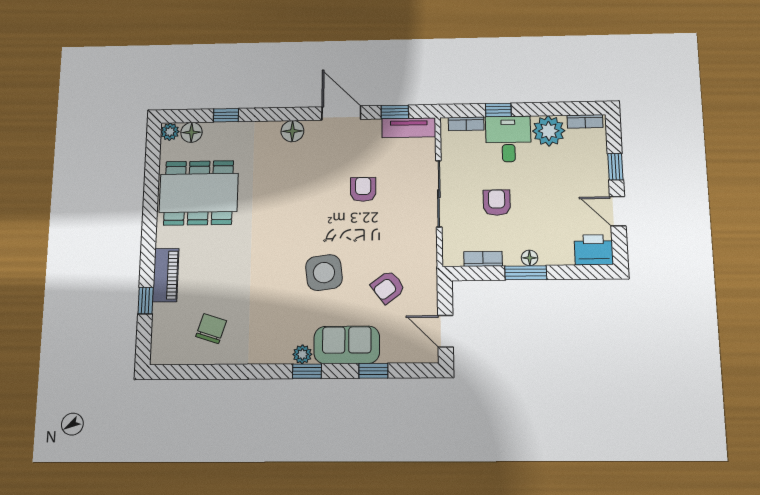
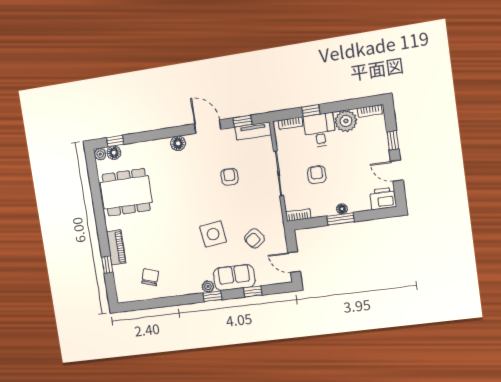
window: (226, 115) -> (115, 141), moved
bookcase: (483, 259) -> (298, 215), moved

